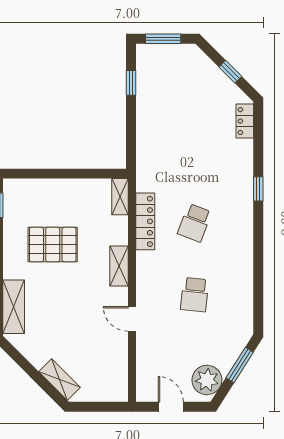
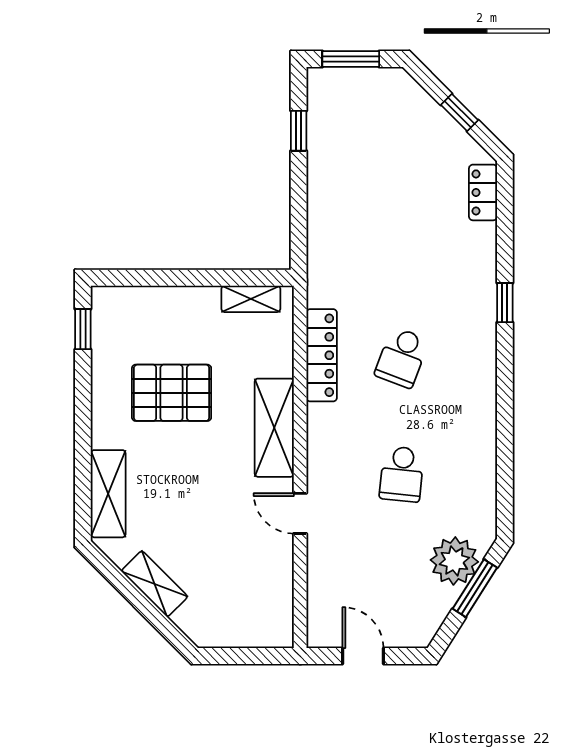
shelving: (120, 197) -> (251, 299), moved, turned 90
shelving: (119, 266) -> (274, 428), width x1.50, depth x1.33
shelving: (59, 380) -> (154, 584), moved
plant: (207, 380) -> (454, 561), moved

